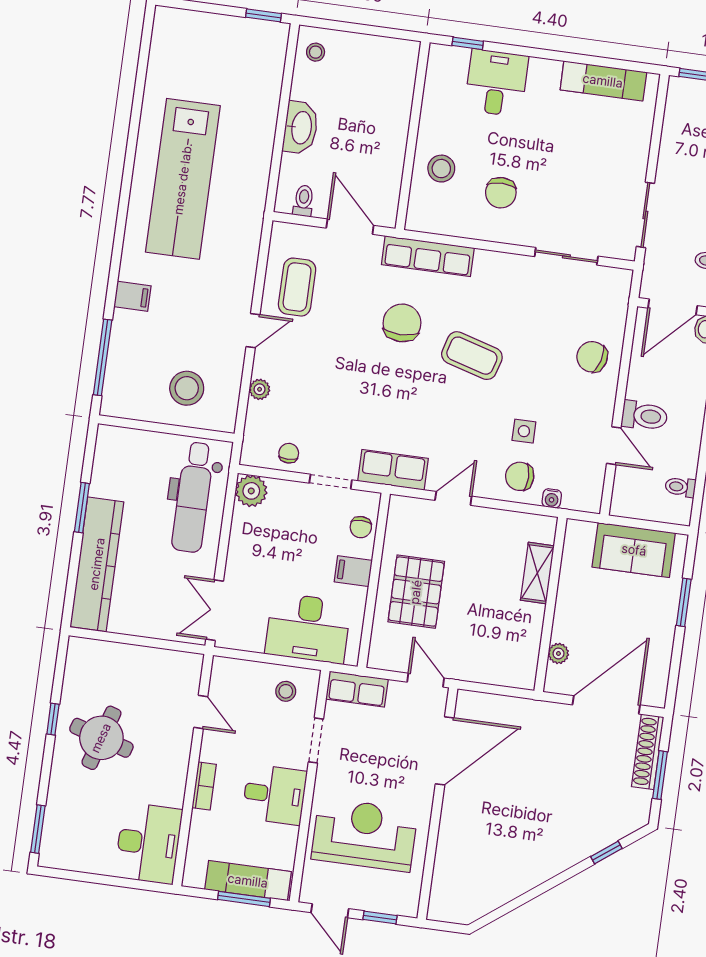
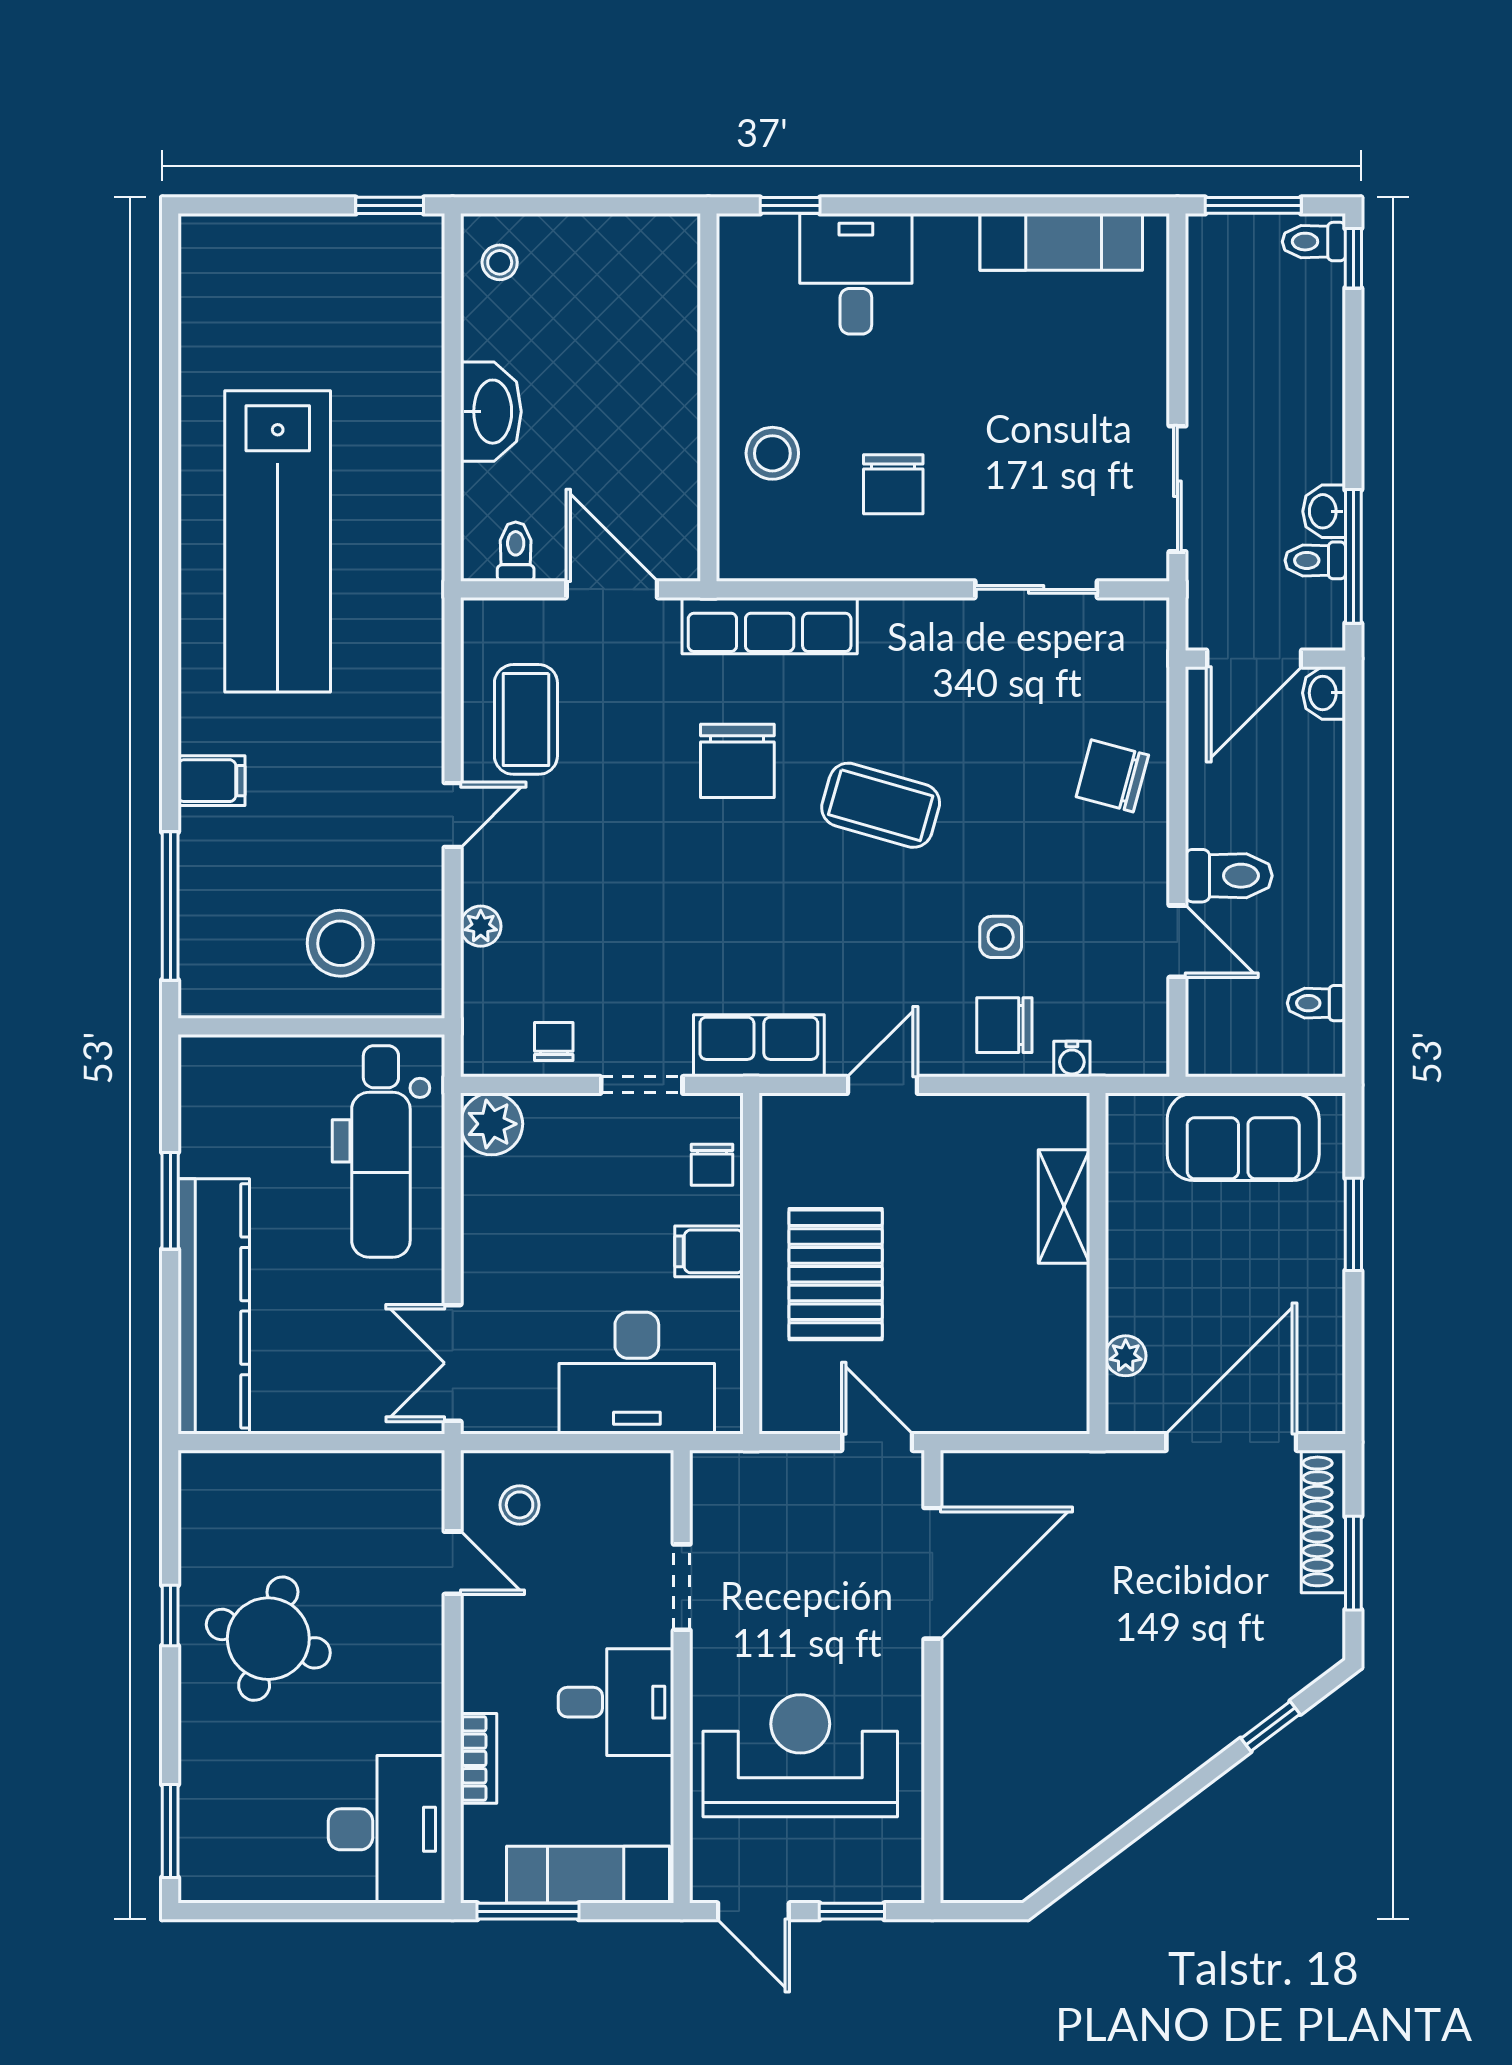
chair: (402, 323) -> (737, 761), turned 180
row of seats: (357, 689) -> (747, 1478), removed
stool: (286, 691) -> (520, 1505), moved
bookcase: (204, 786) -> (479, 1758), moved
window: (244, 899) -> (528, 1911), moved

